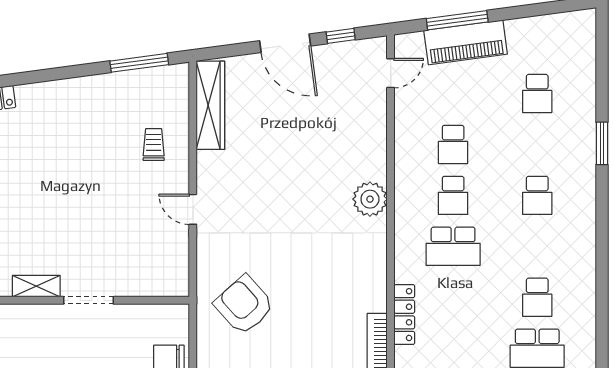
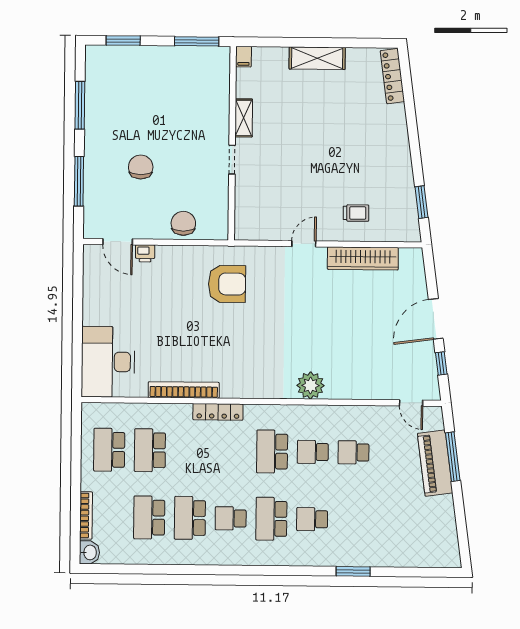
window: (139, 63) -> (421, 202), width x0.69
school desk: (537, 94) -> (271, 519), moved, width x1.85
wardrobe: (210, 105) -> (363, 258), moved
doorway: (88, 300) -> (232, 160), width x0.73
armchair: (244, 305) -> (227, 284), turned 42

